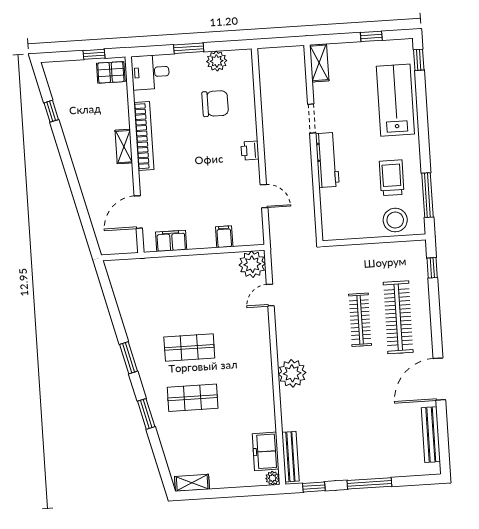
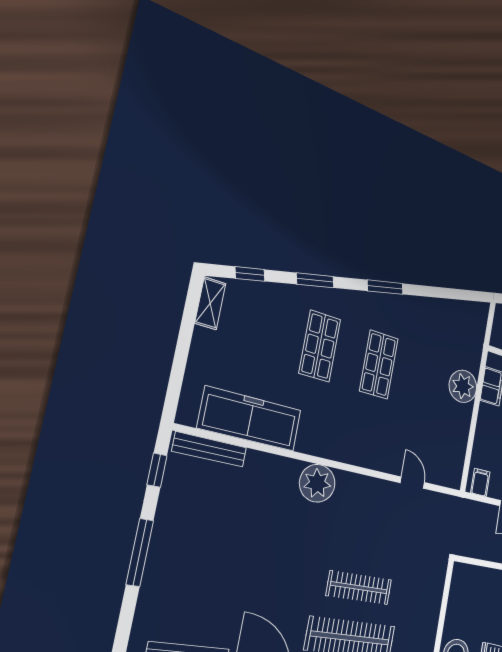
filing cabinet: (224, 237) -> (480, 482), moved, turned -90
plant: (252, 264) -> (463, 386), moved
freezer: (266, 451) -> (250, 419), width x1.91, depth x1.26
window: (161, 462) -> (250, 274), added
plant: (273, 478) -> (186, 415), removed

